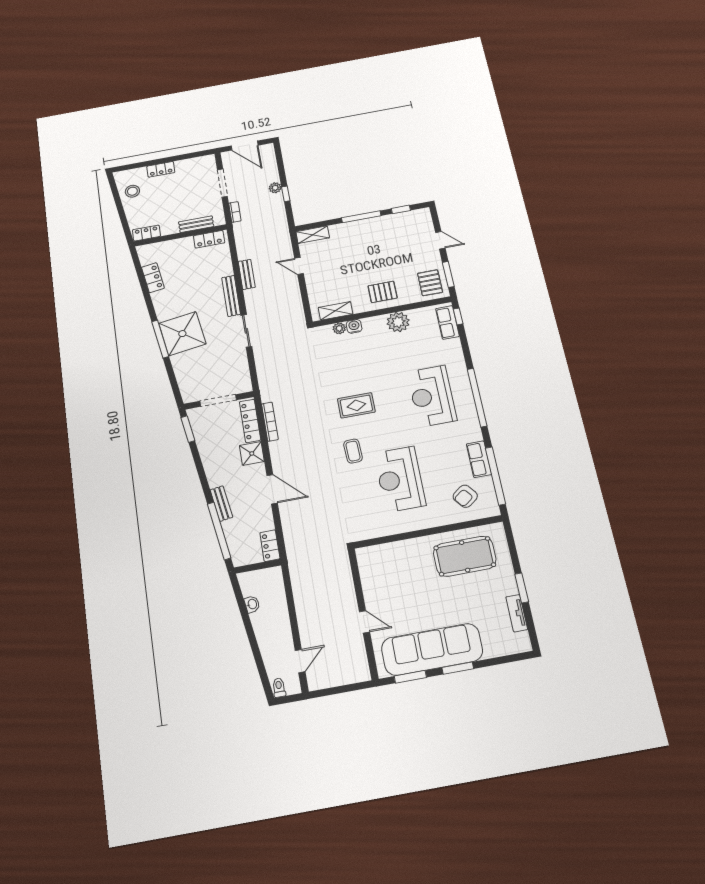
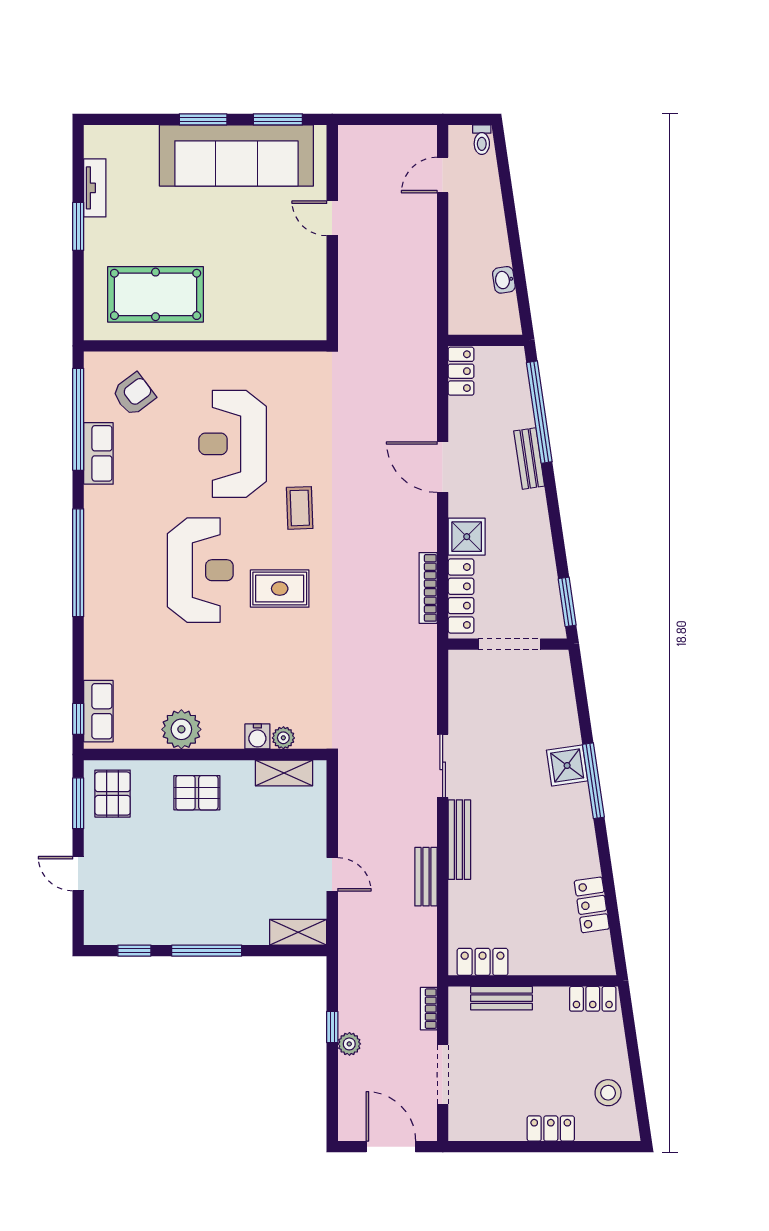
shower: (182, 334) -> (567, 765), width x0.54, depth x0.54
reception desk: (432, 396) -> (200, 570), moved
reception desk: (400, 479) -> (233, 444), turned 180

